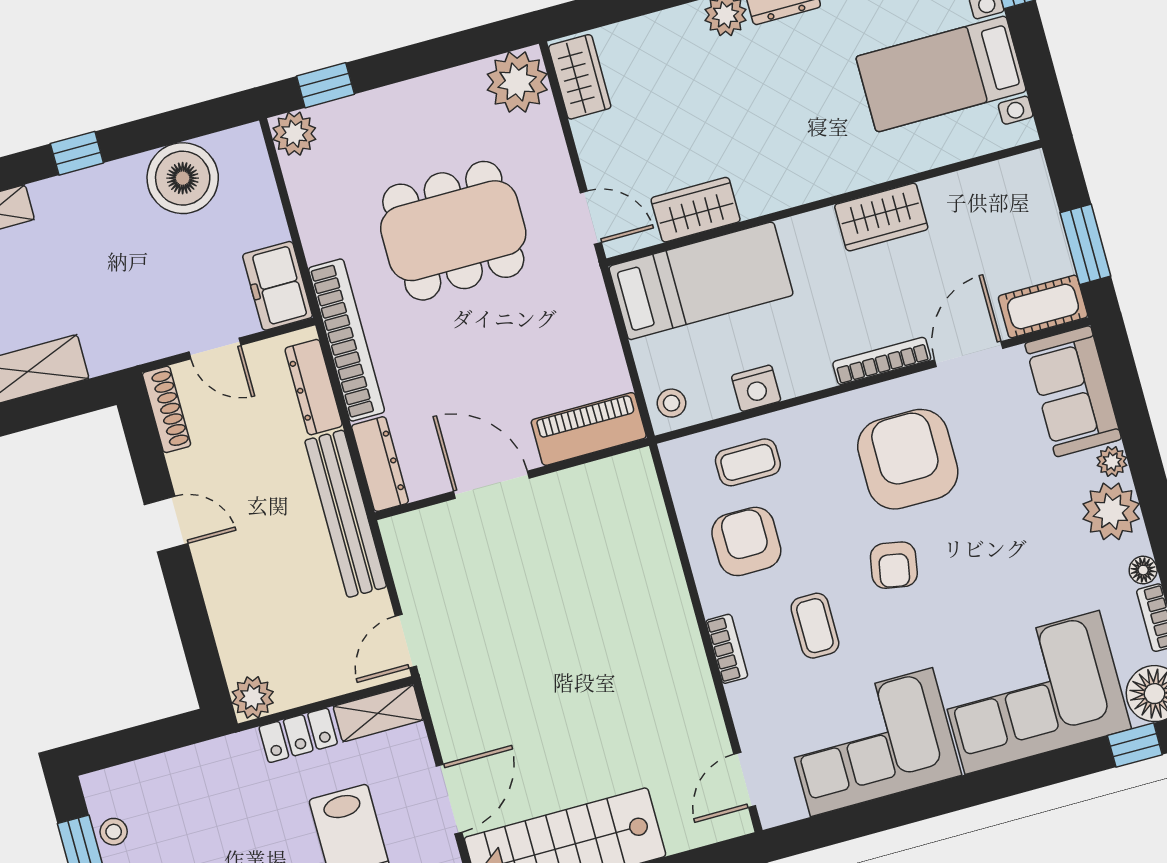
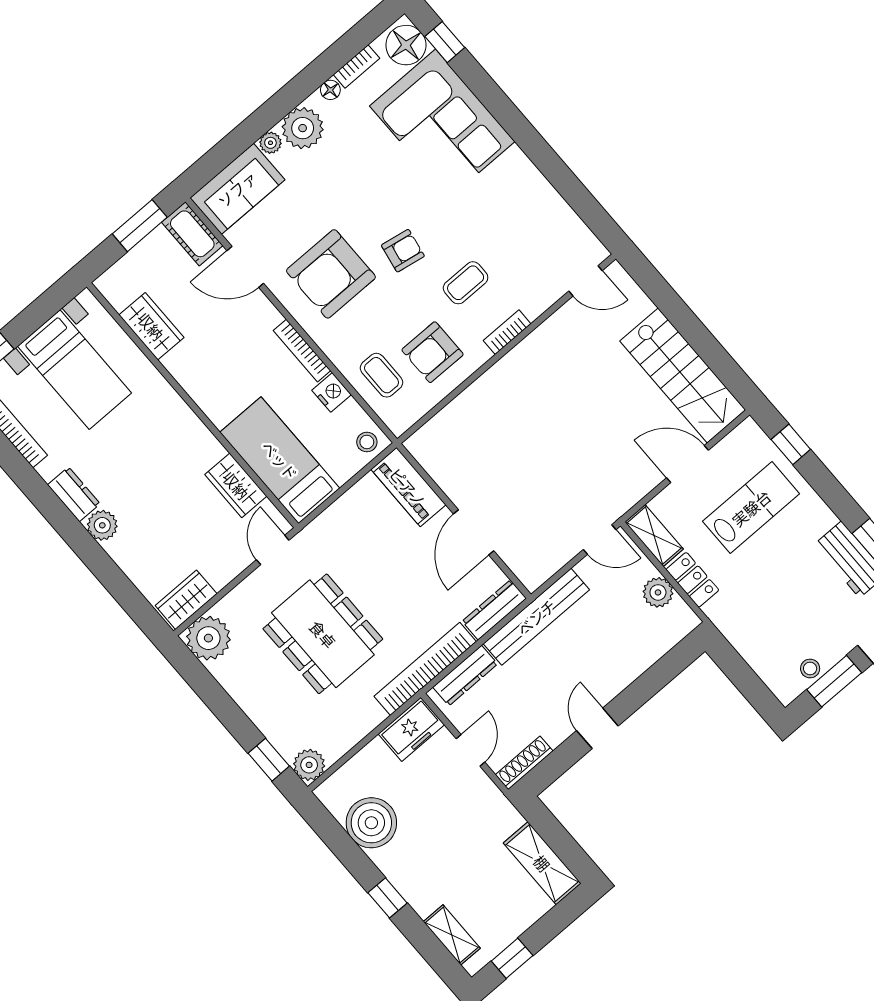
wardrobe: (881, 217) -> (151, 326), moved
bookcase: (882, 361) -> (302, 351), moved
plant: (253, 697) -> (658, 592), moved
corner sofa: (871, 742) -> (523, 211), removed

